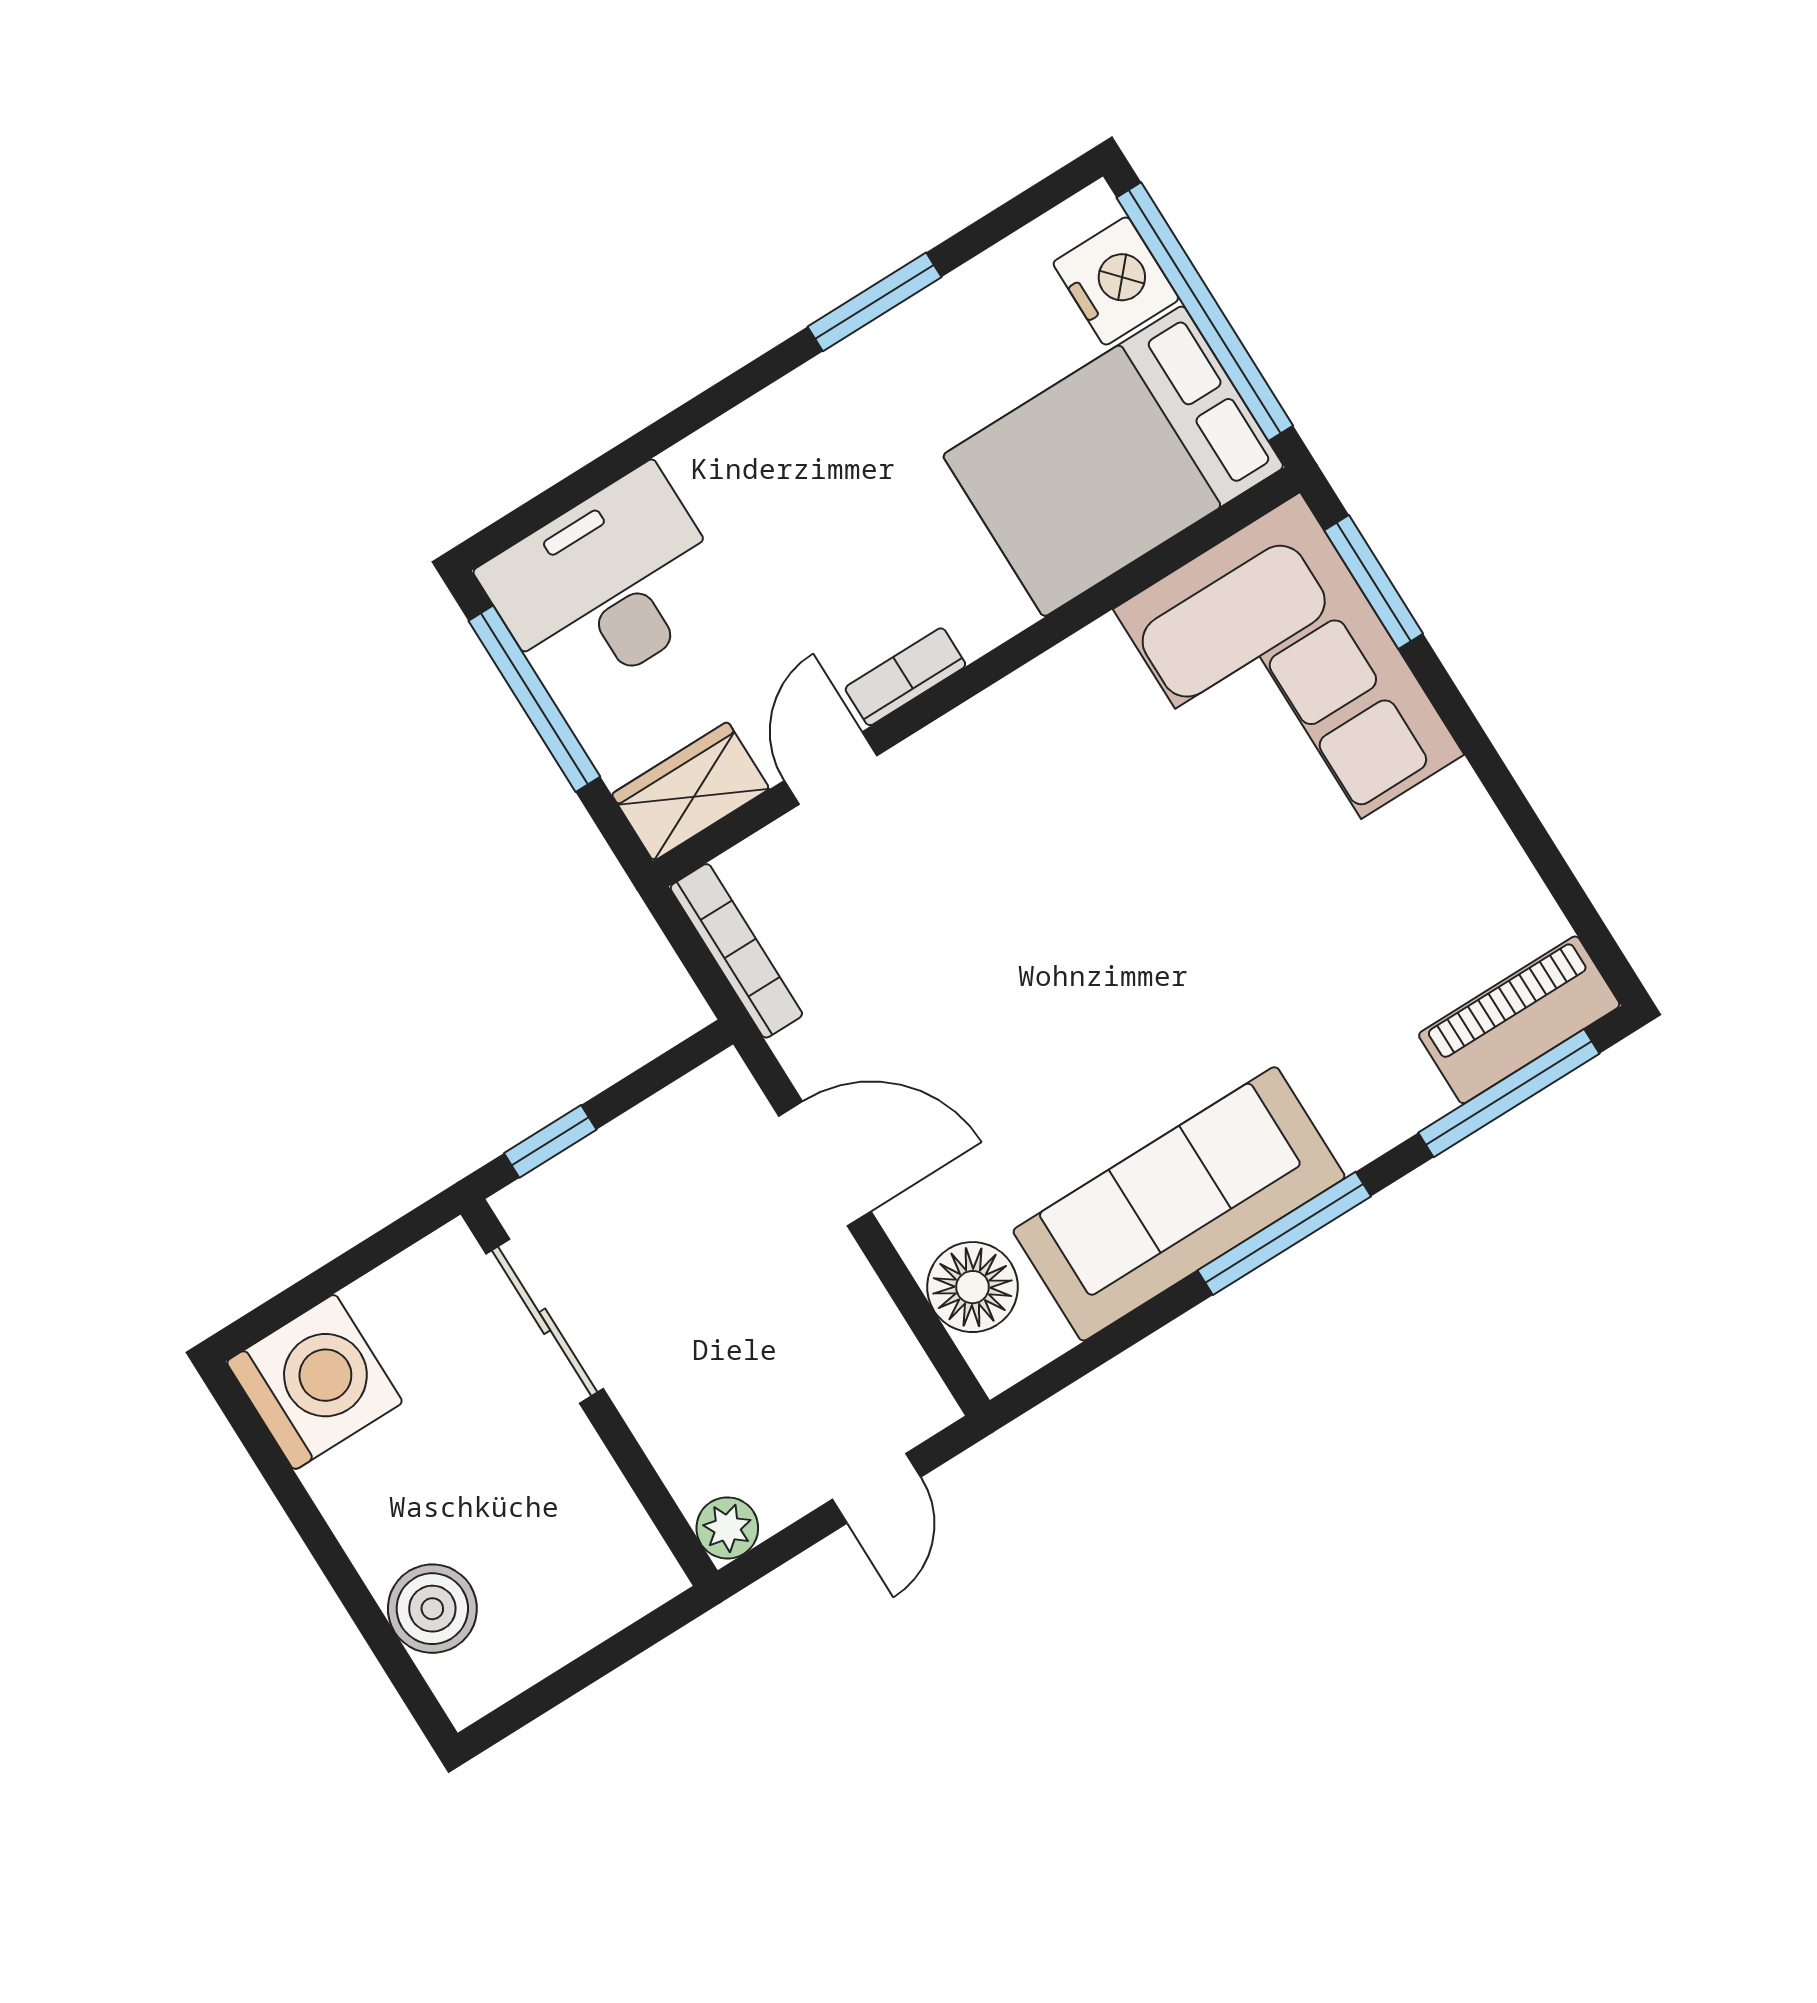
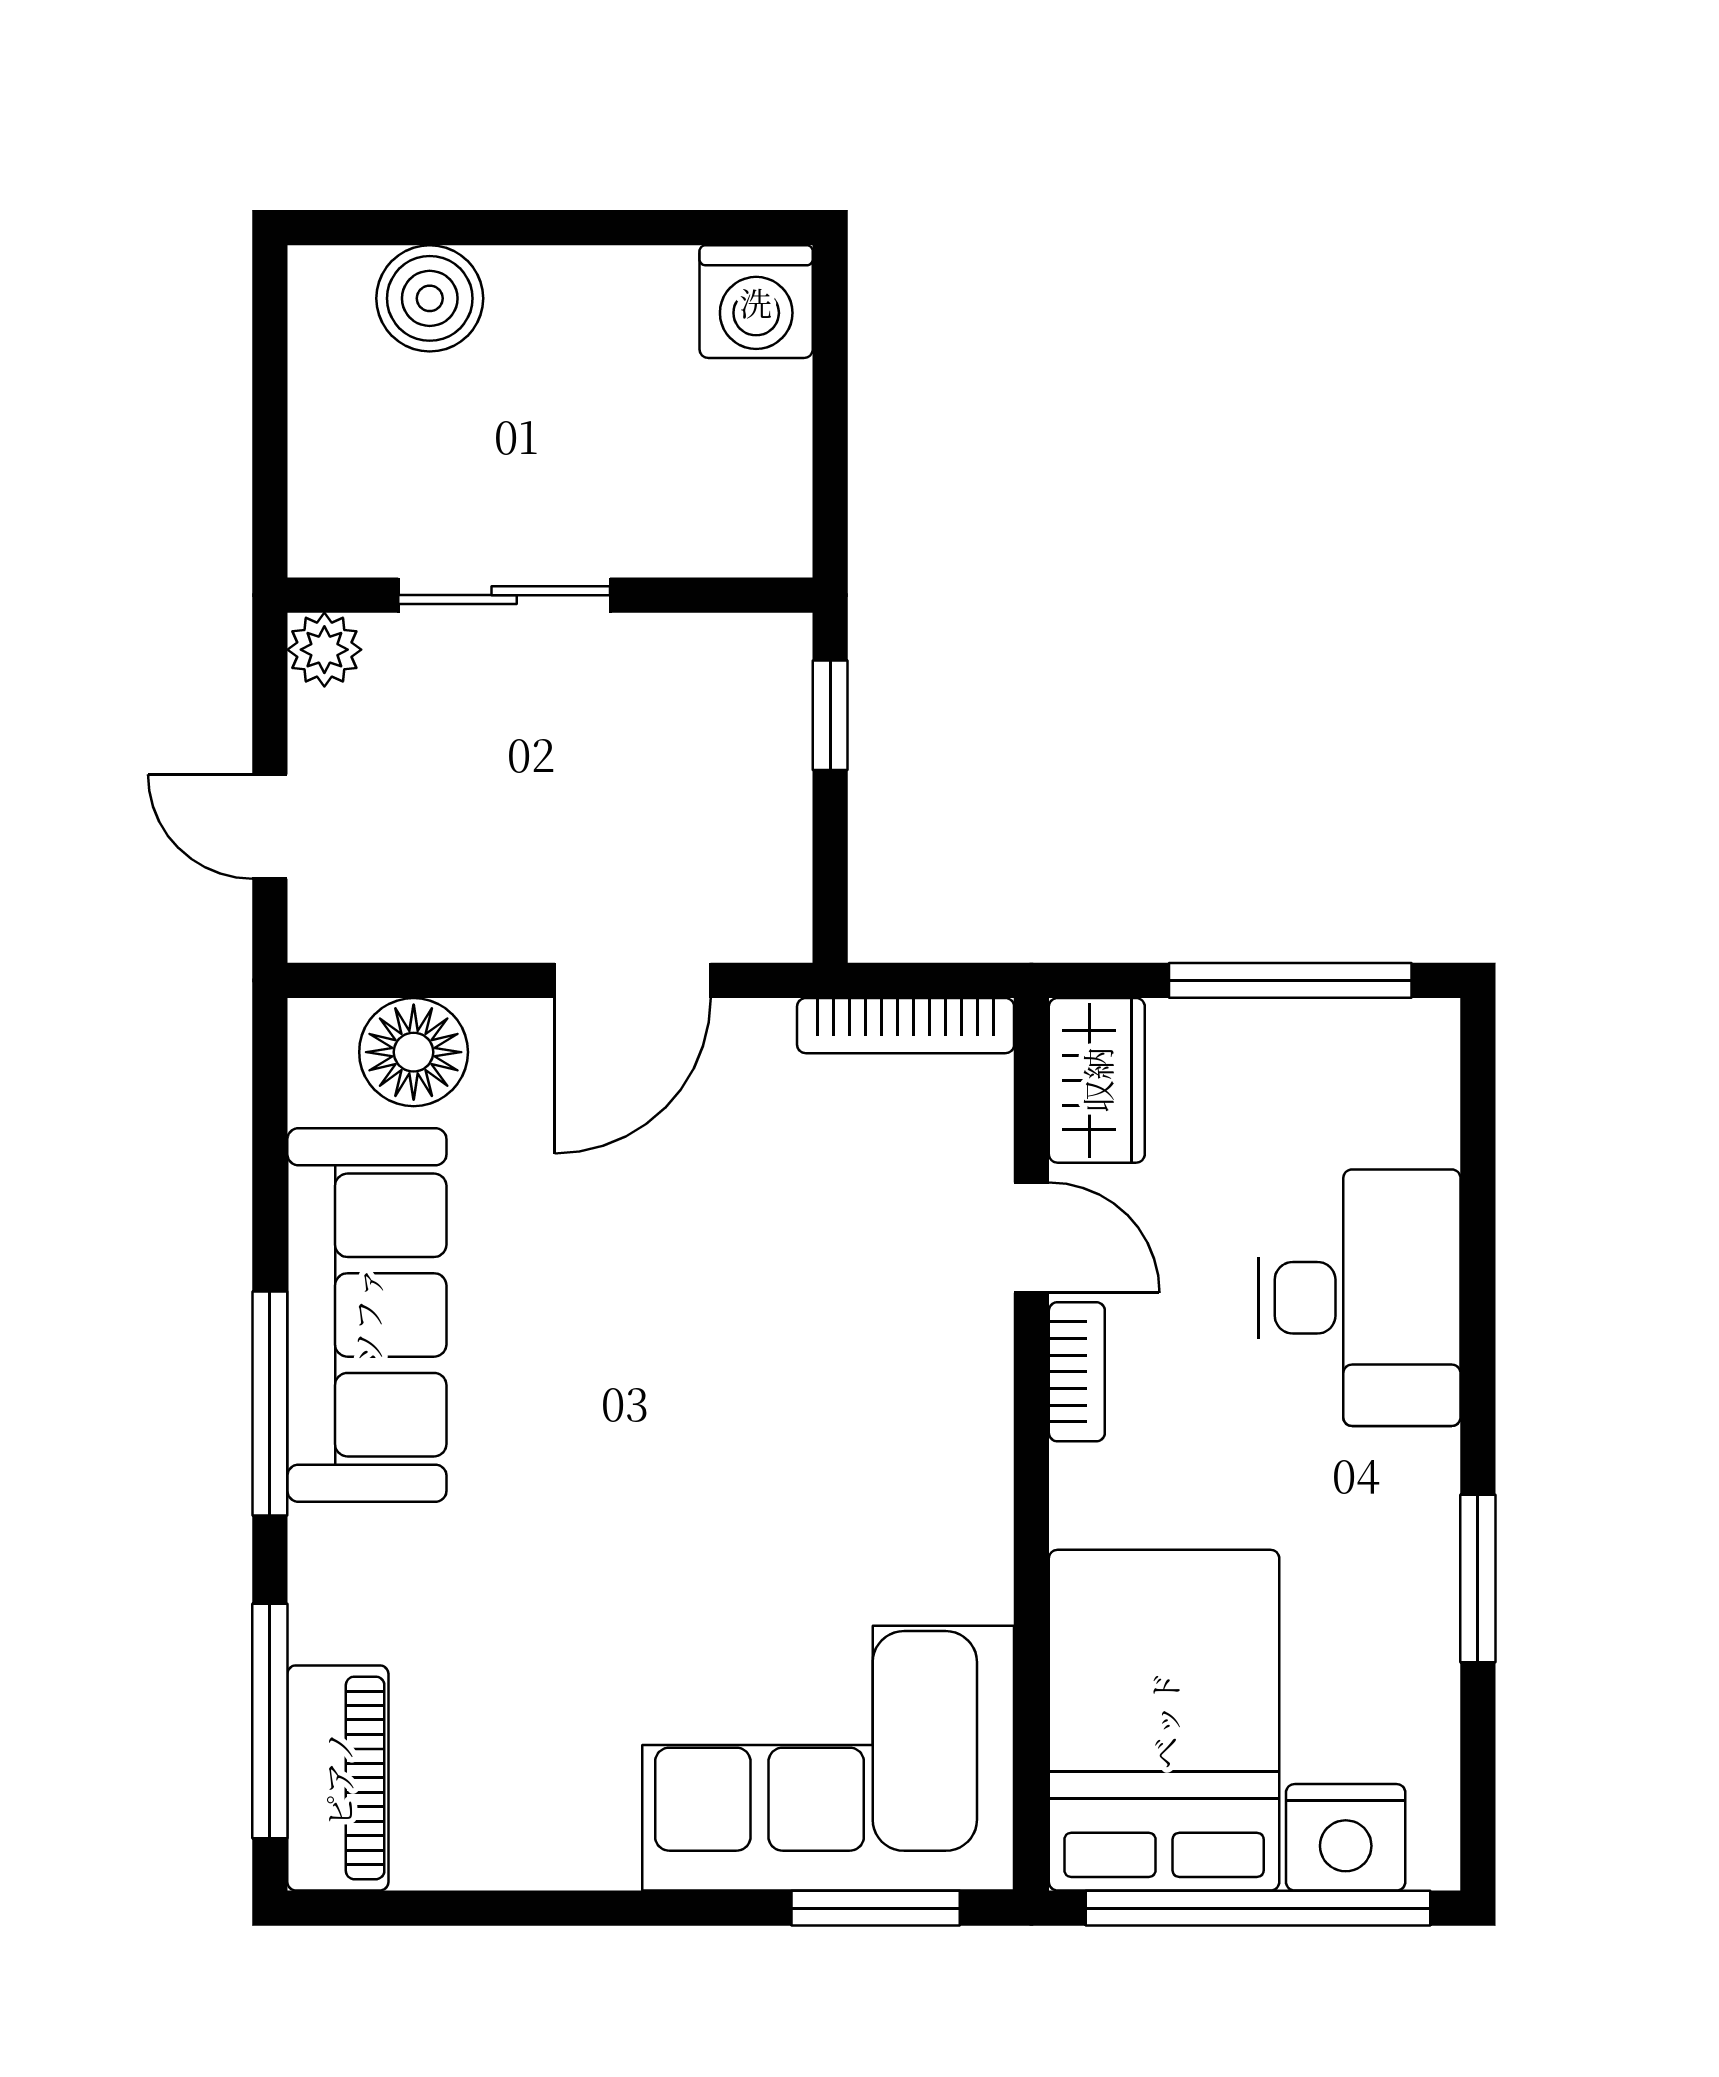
desk: (607, 585) -> (1360, 1298), moved
sliding door: (545, 1321) -> (504, 595), moved
washing machine: (314, 1382) -> (756, 302), width x0.73, depth x0.73

